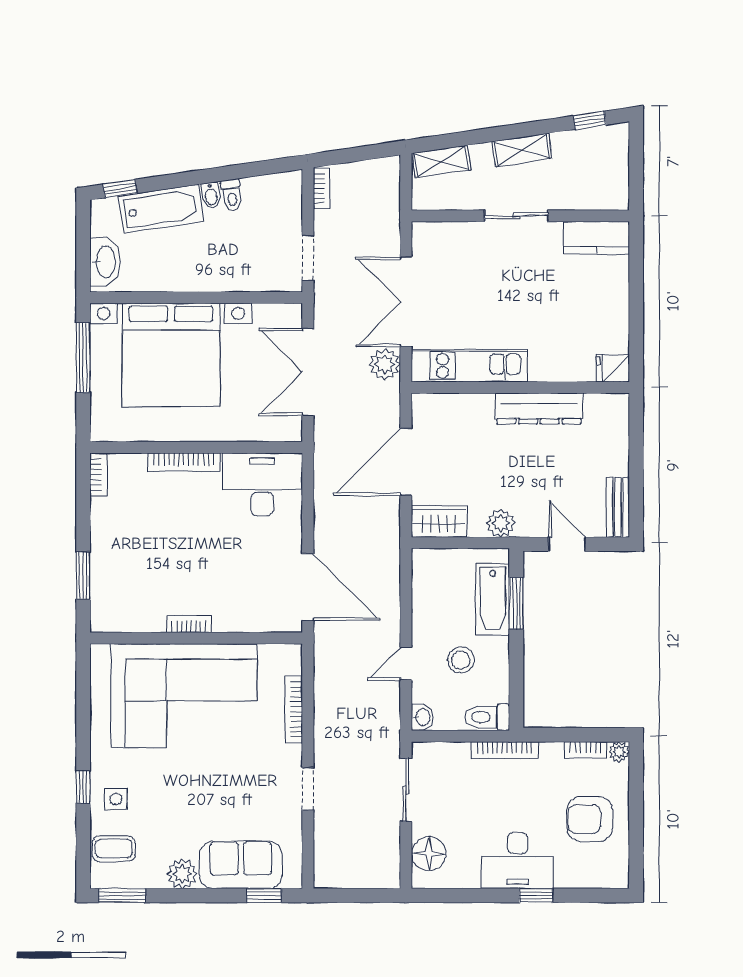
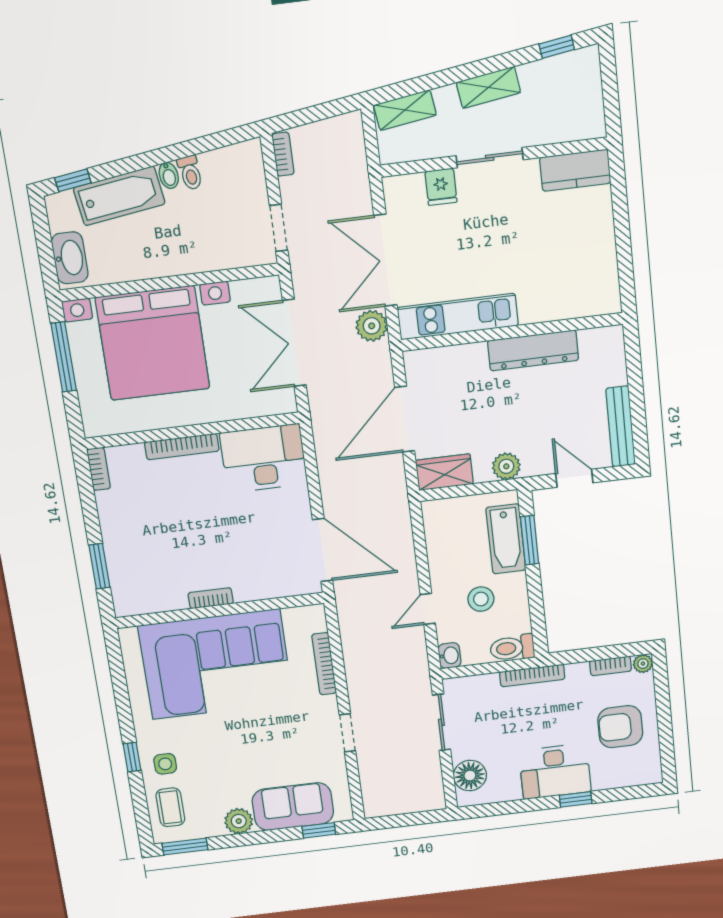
fridge: (613, 368) -> (441, 187), moved, turned -90
bench: (618, 507) -> (621, 426), width x1.36
coffee table: (114, 849) -> (170, 807), turned 90

